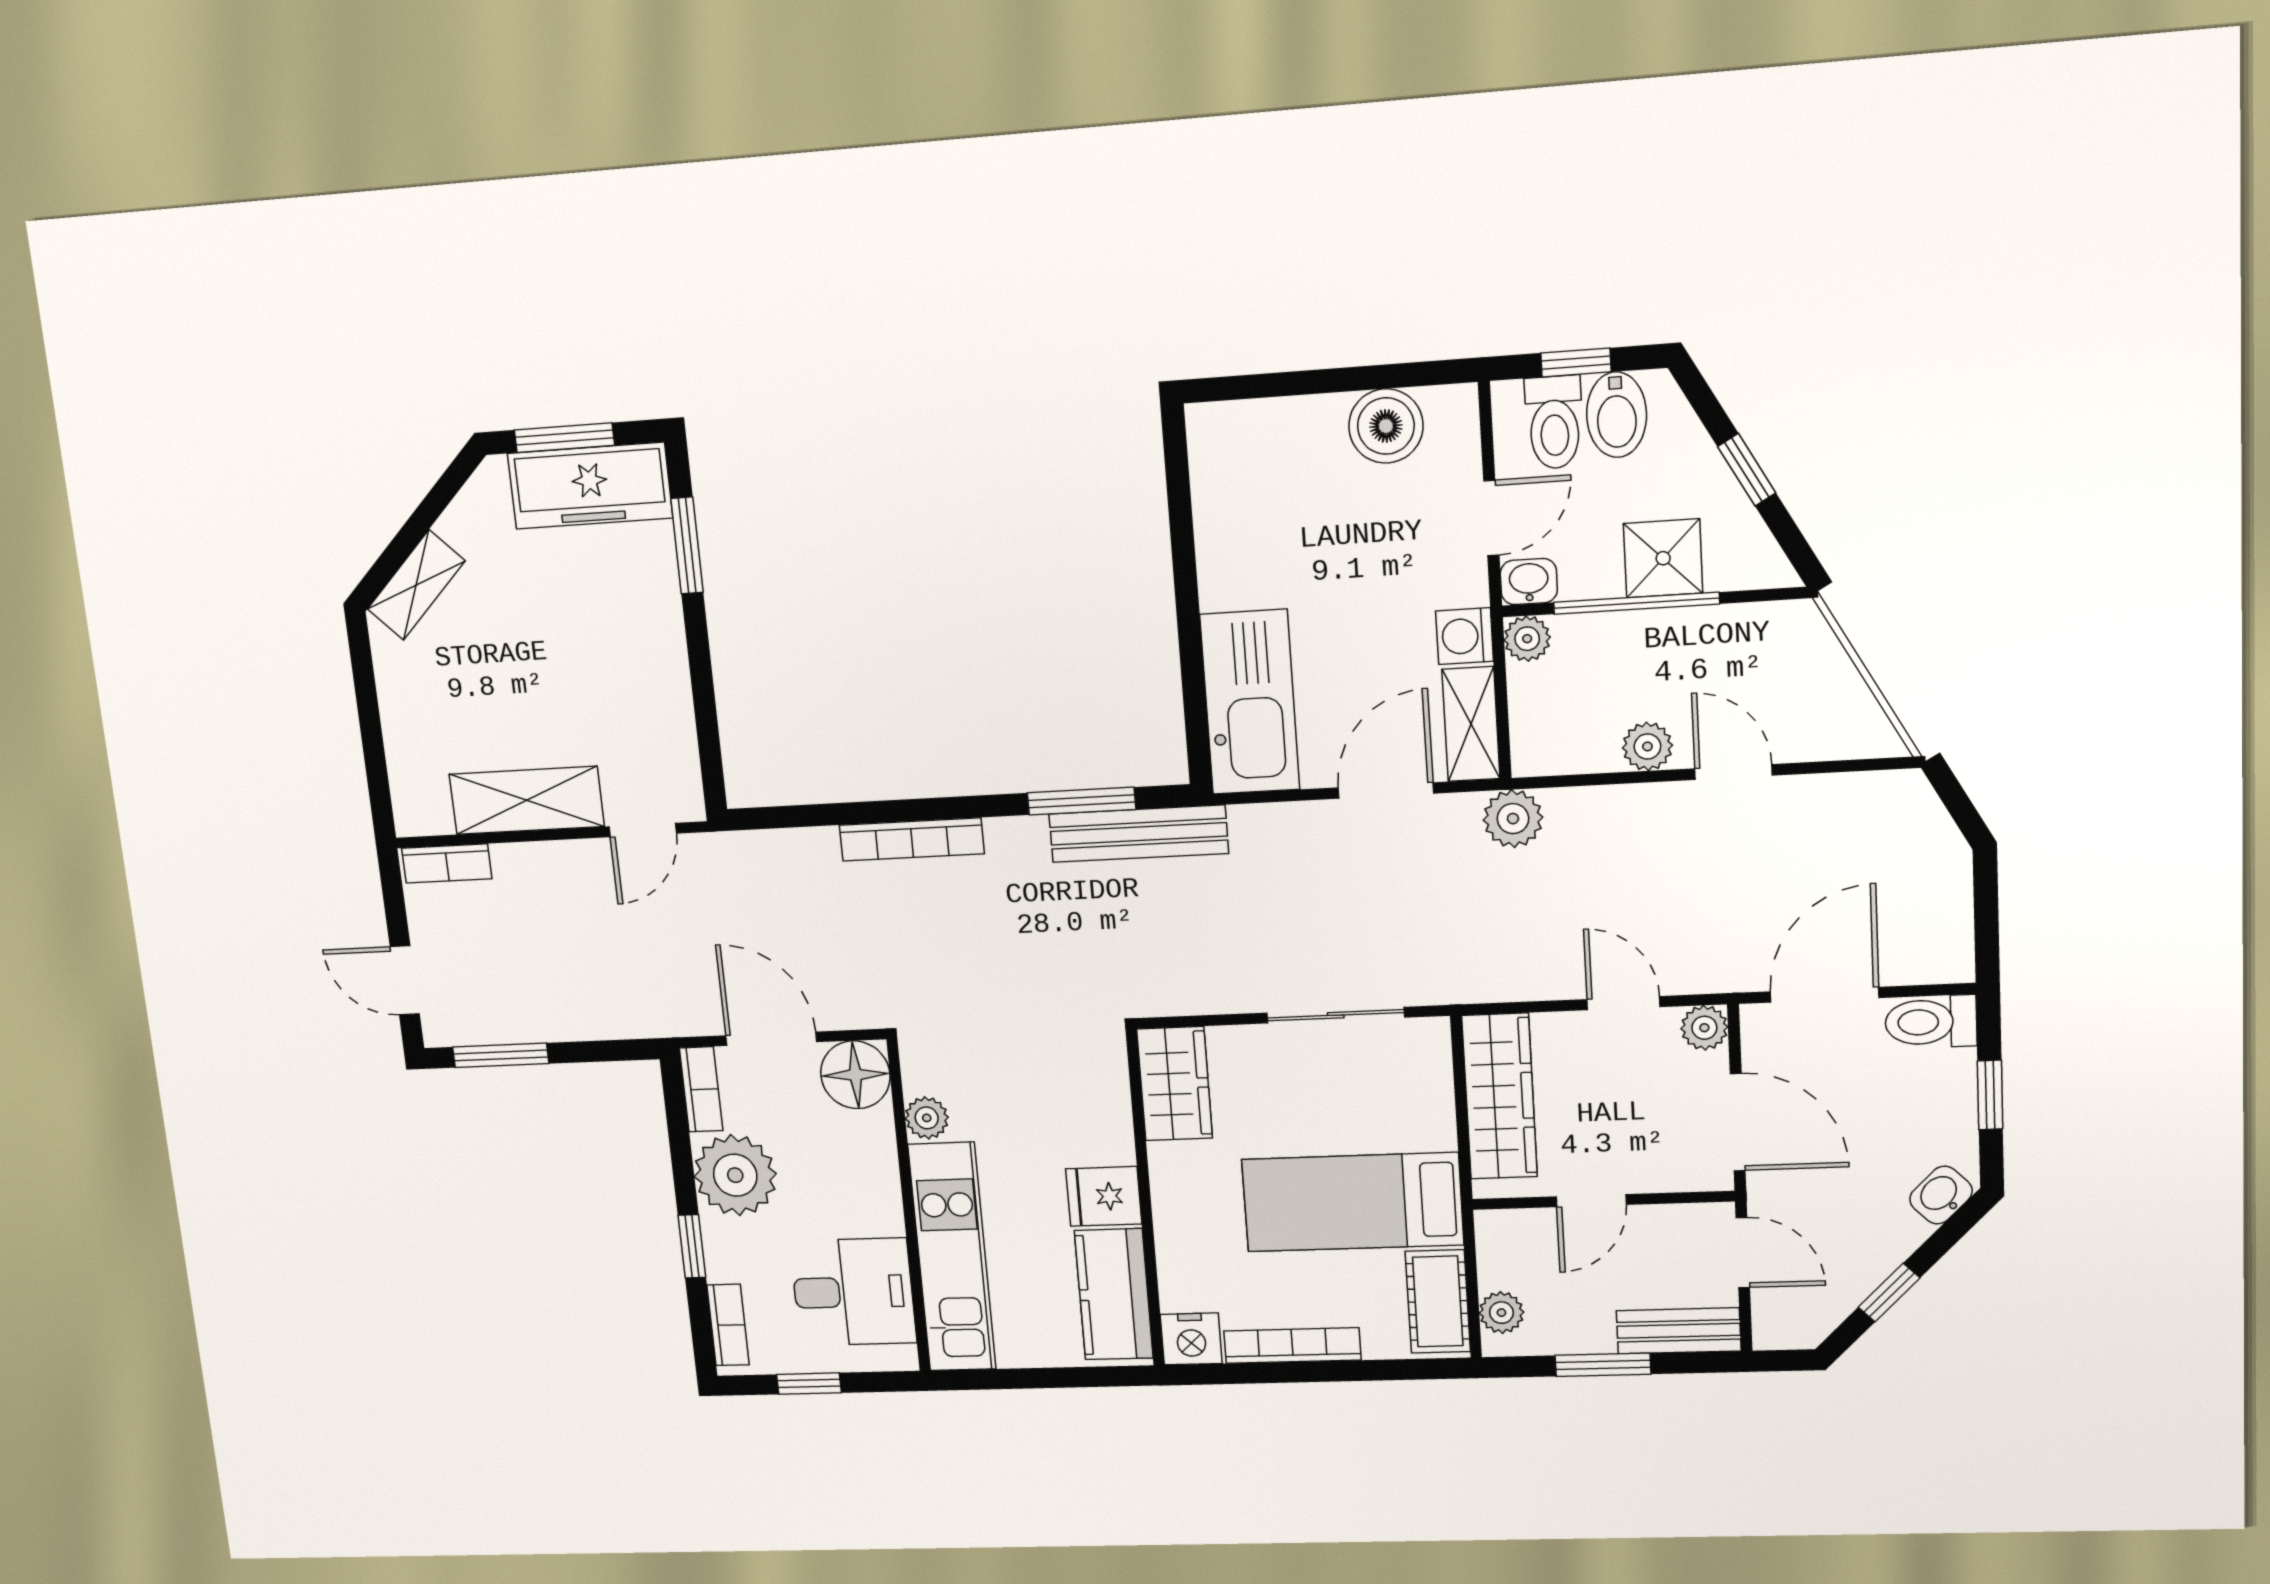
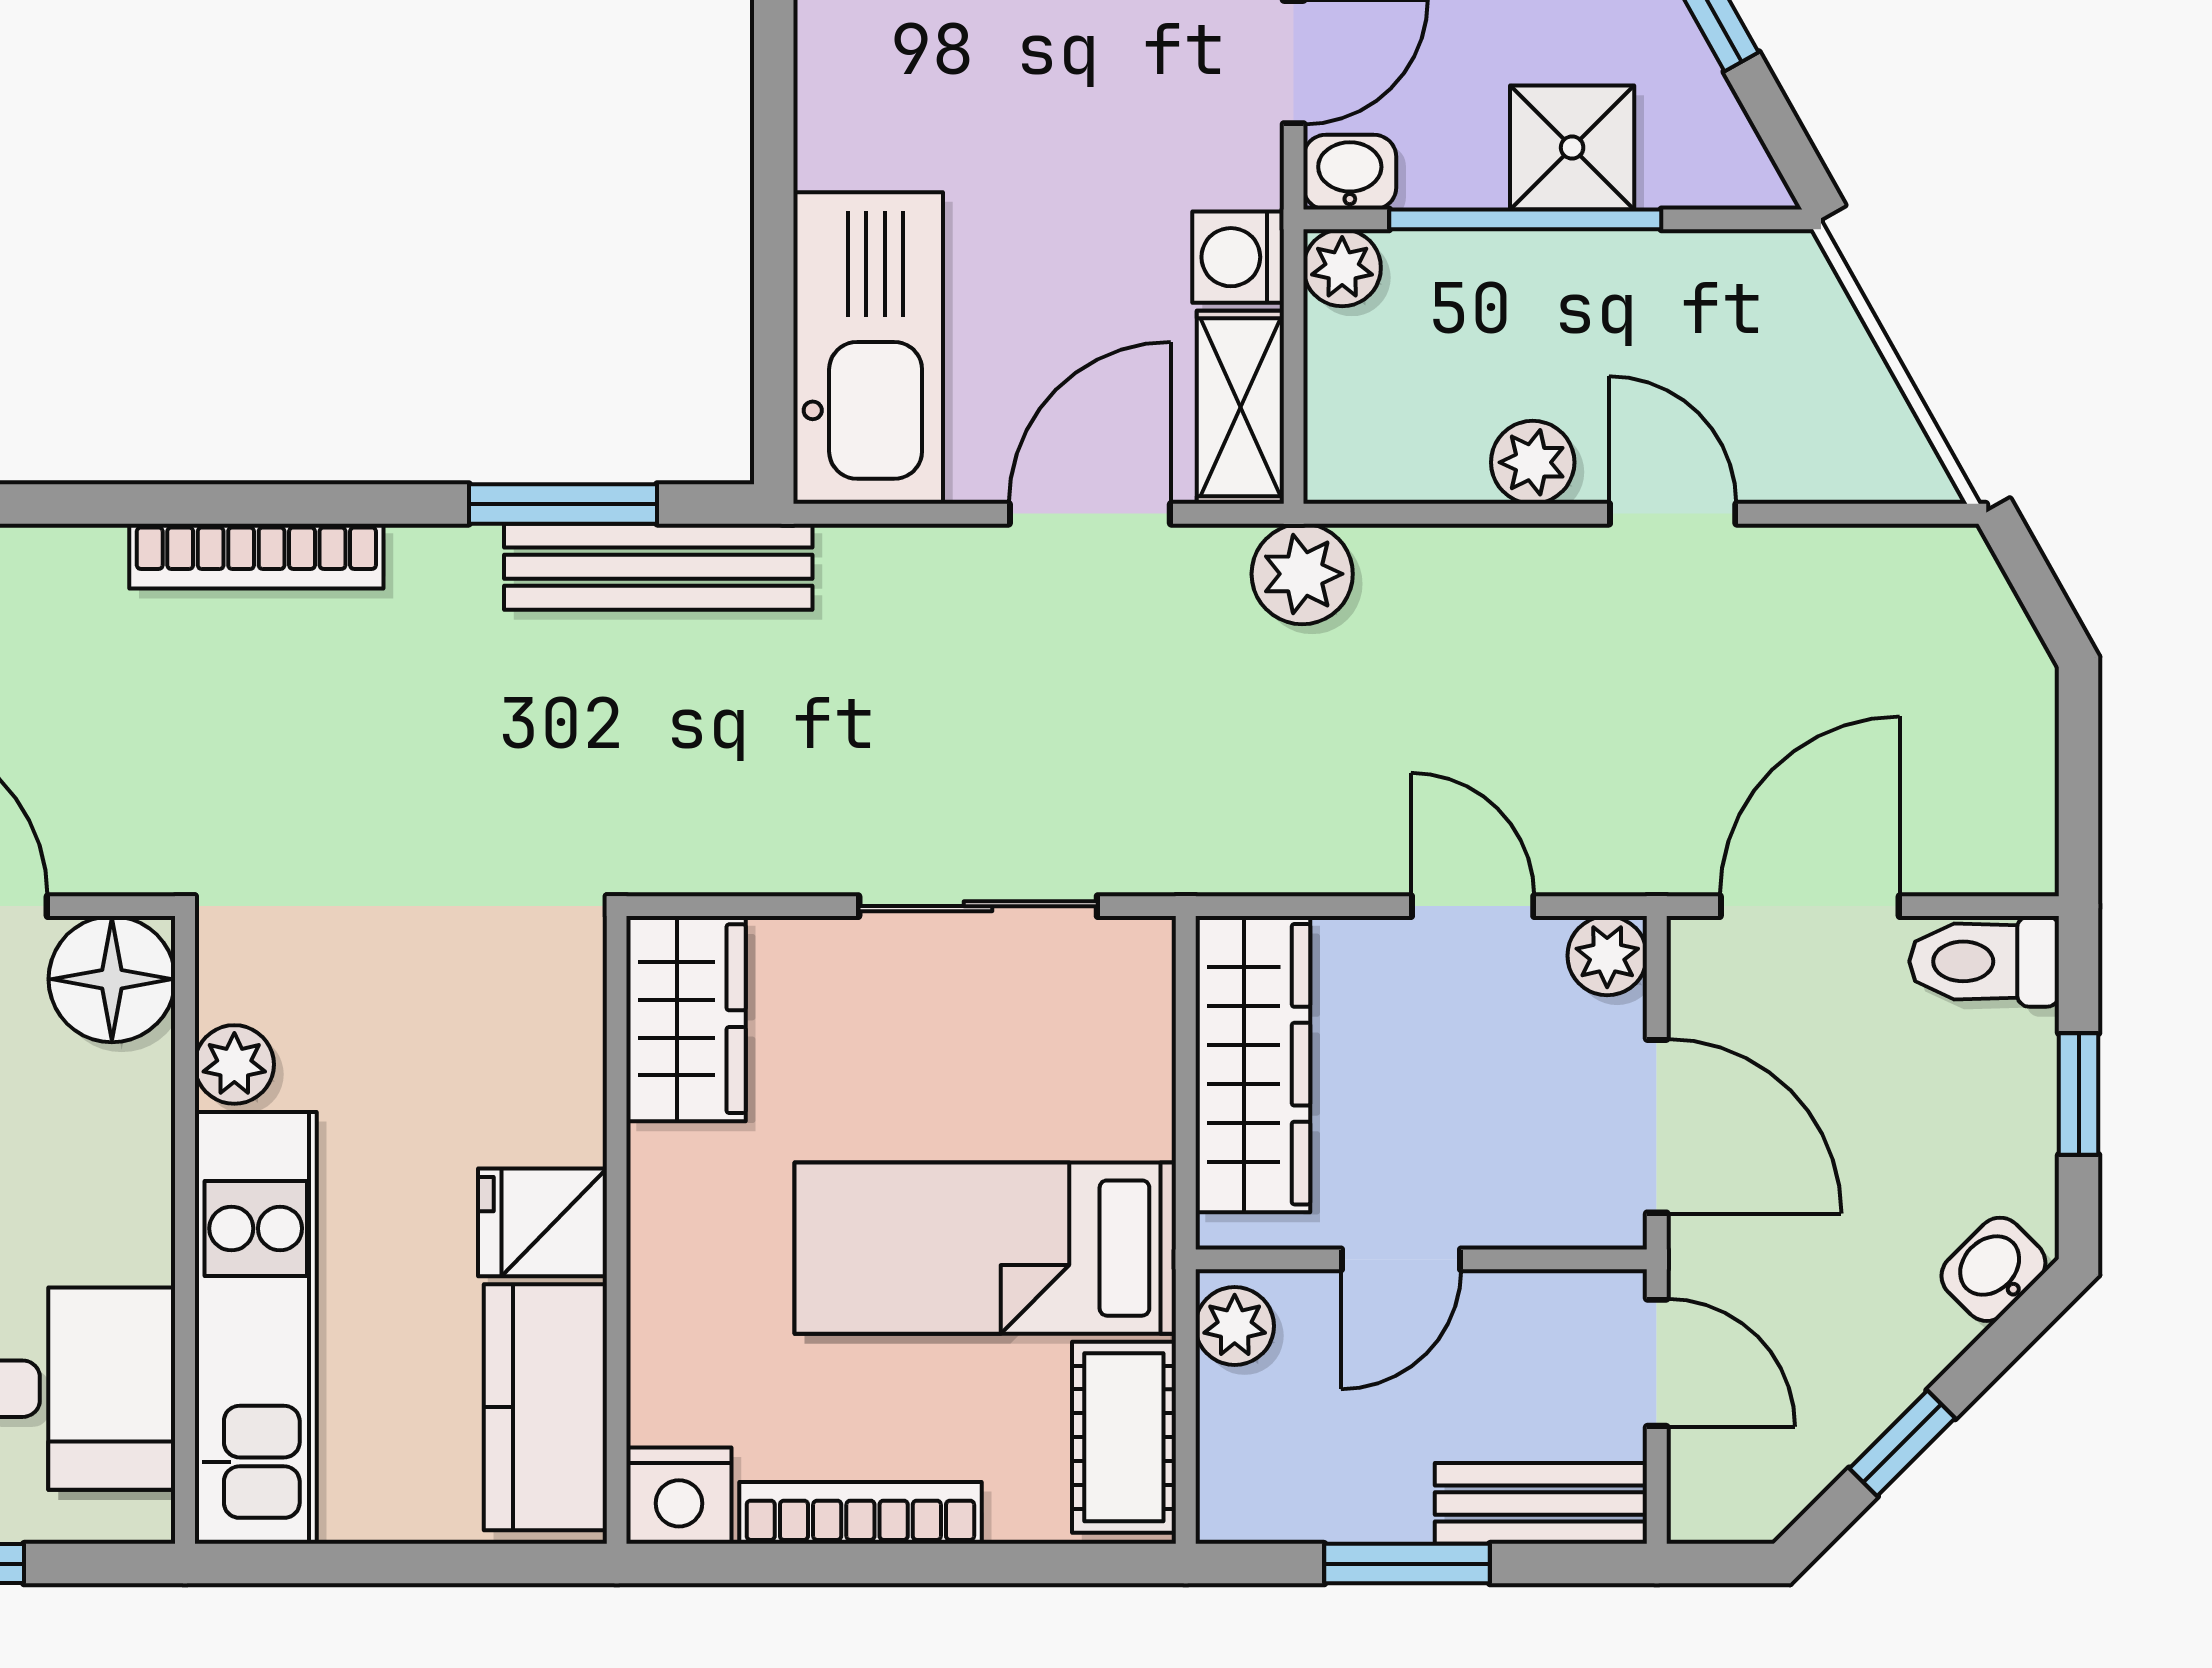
plant: (1501, 1313) -> (1235, 1326), moved

